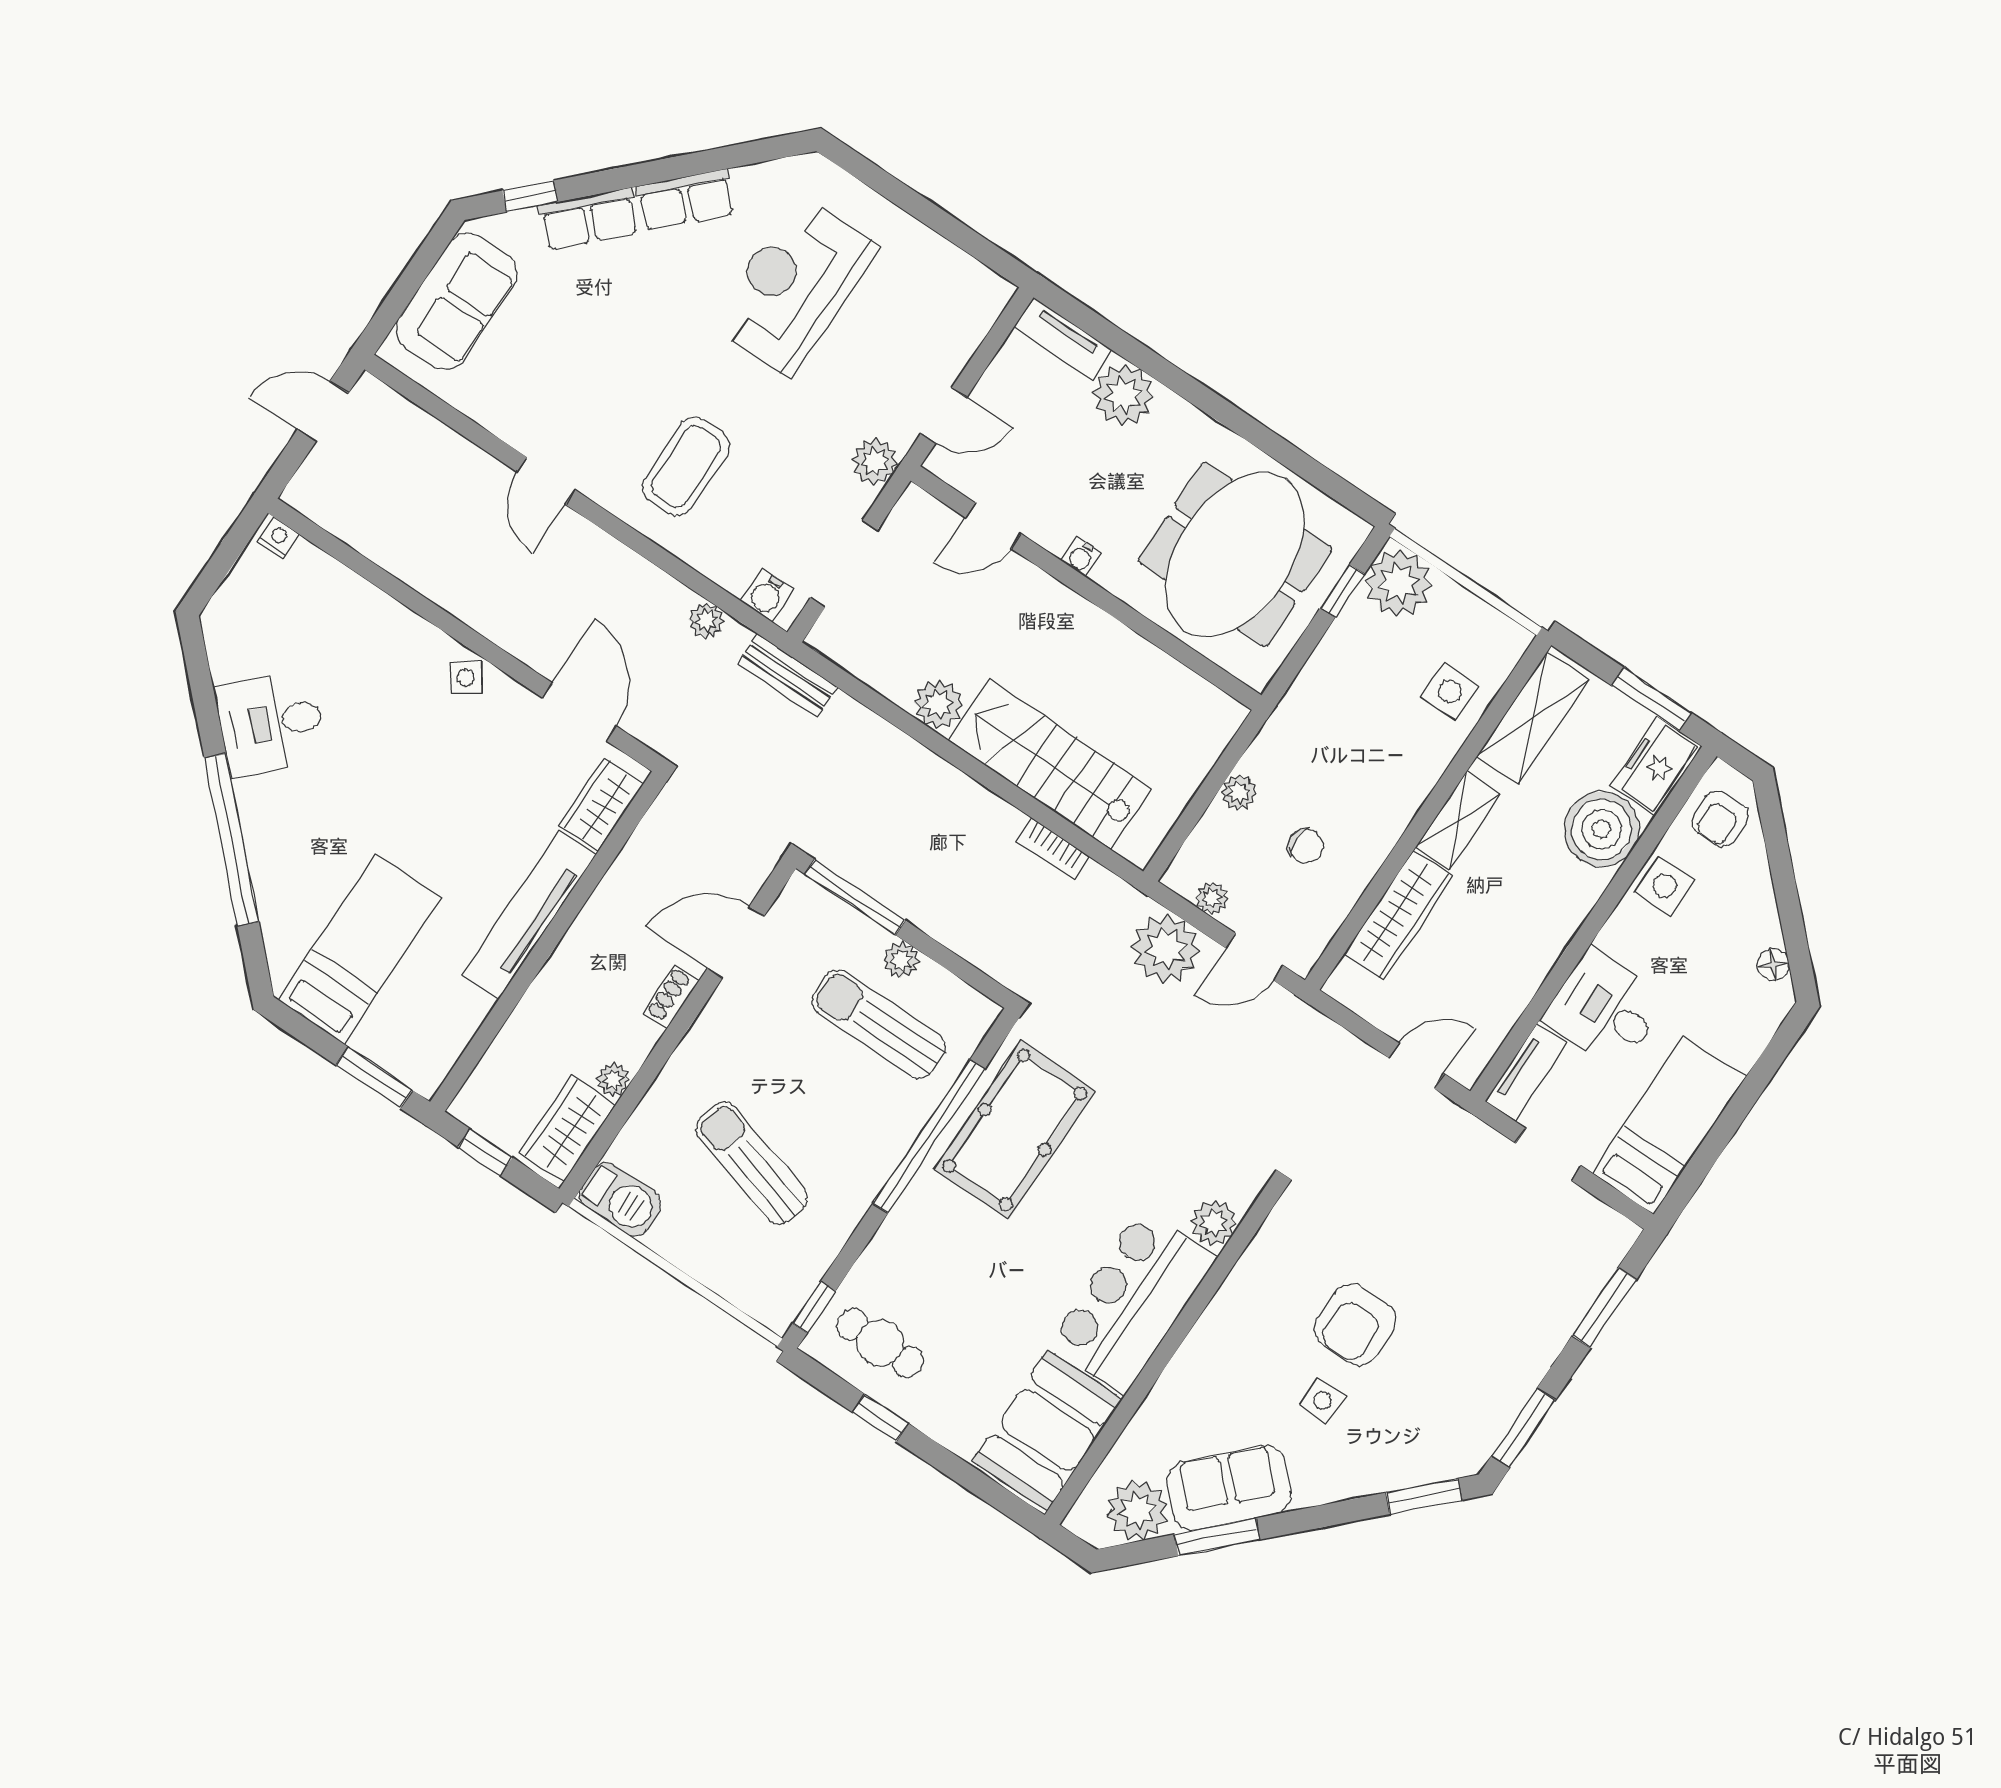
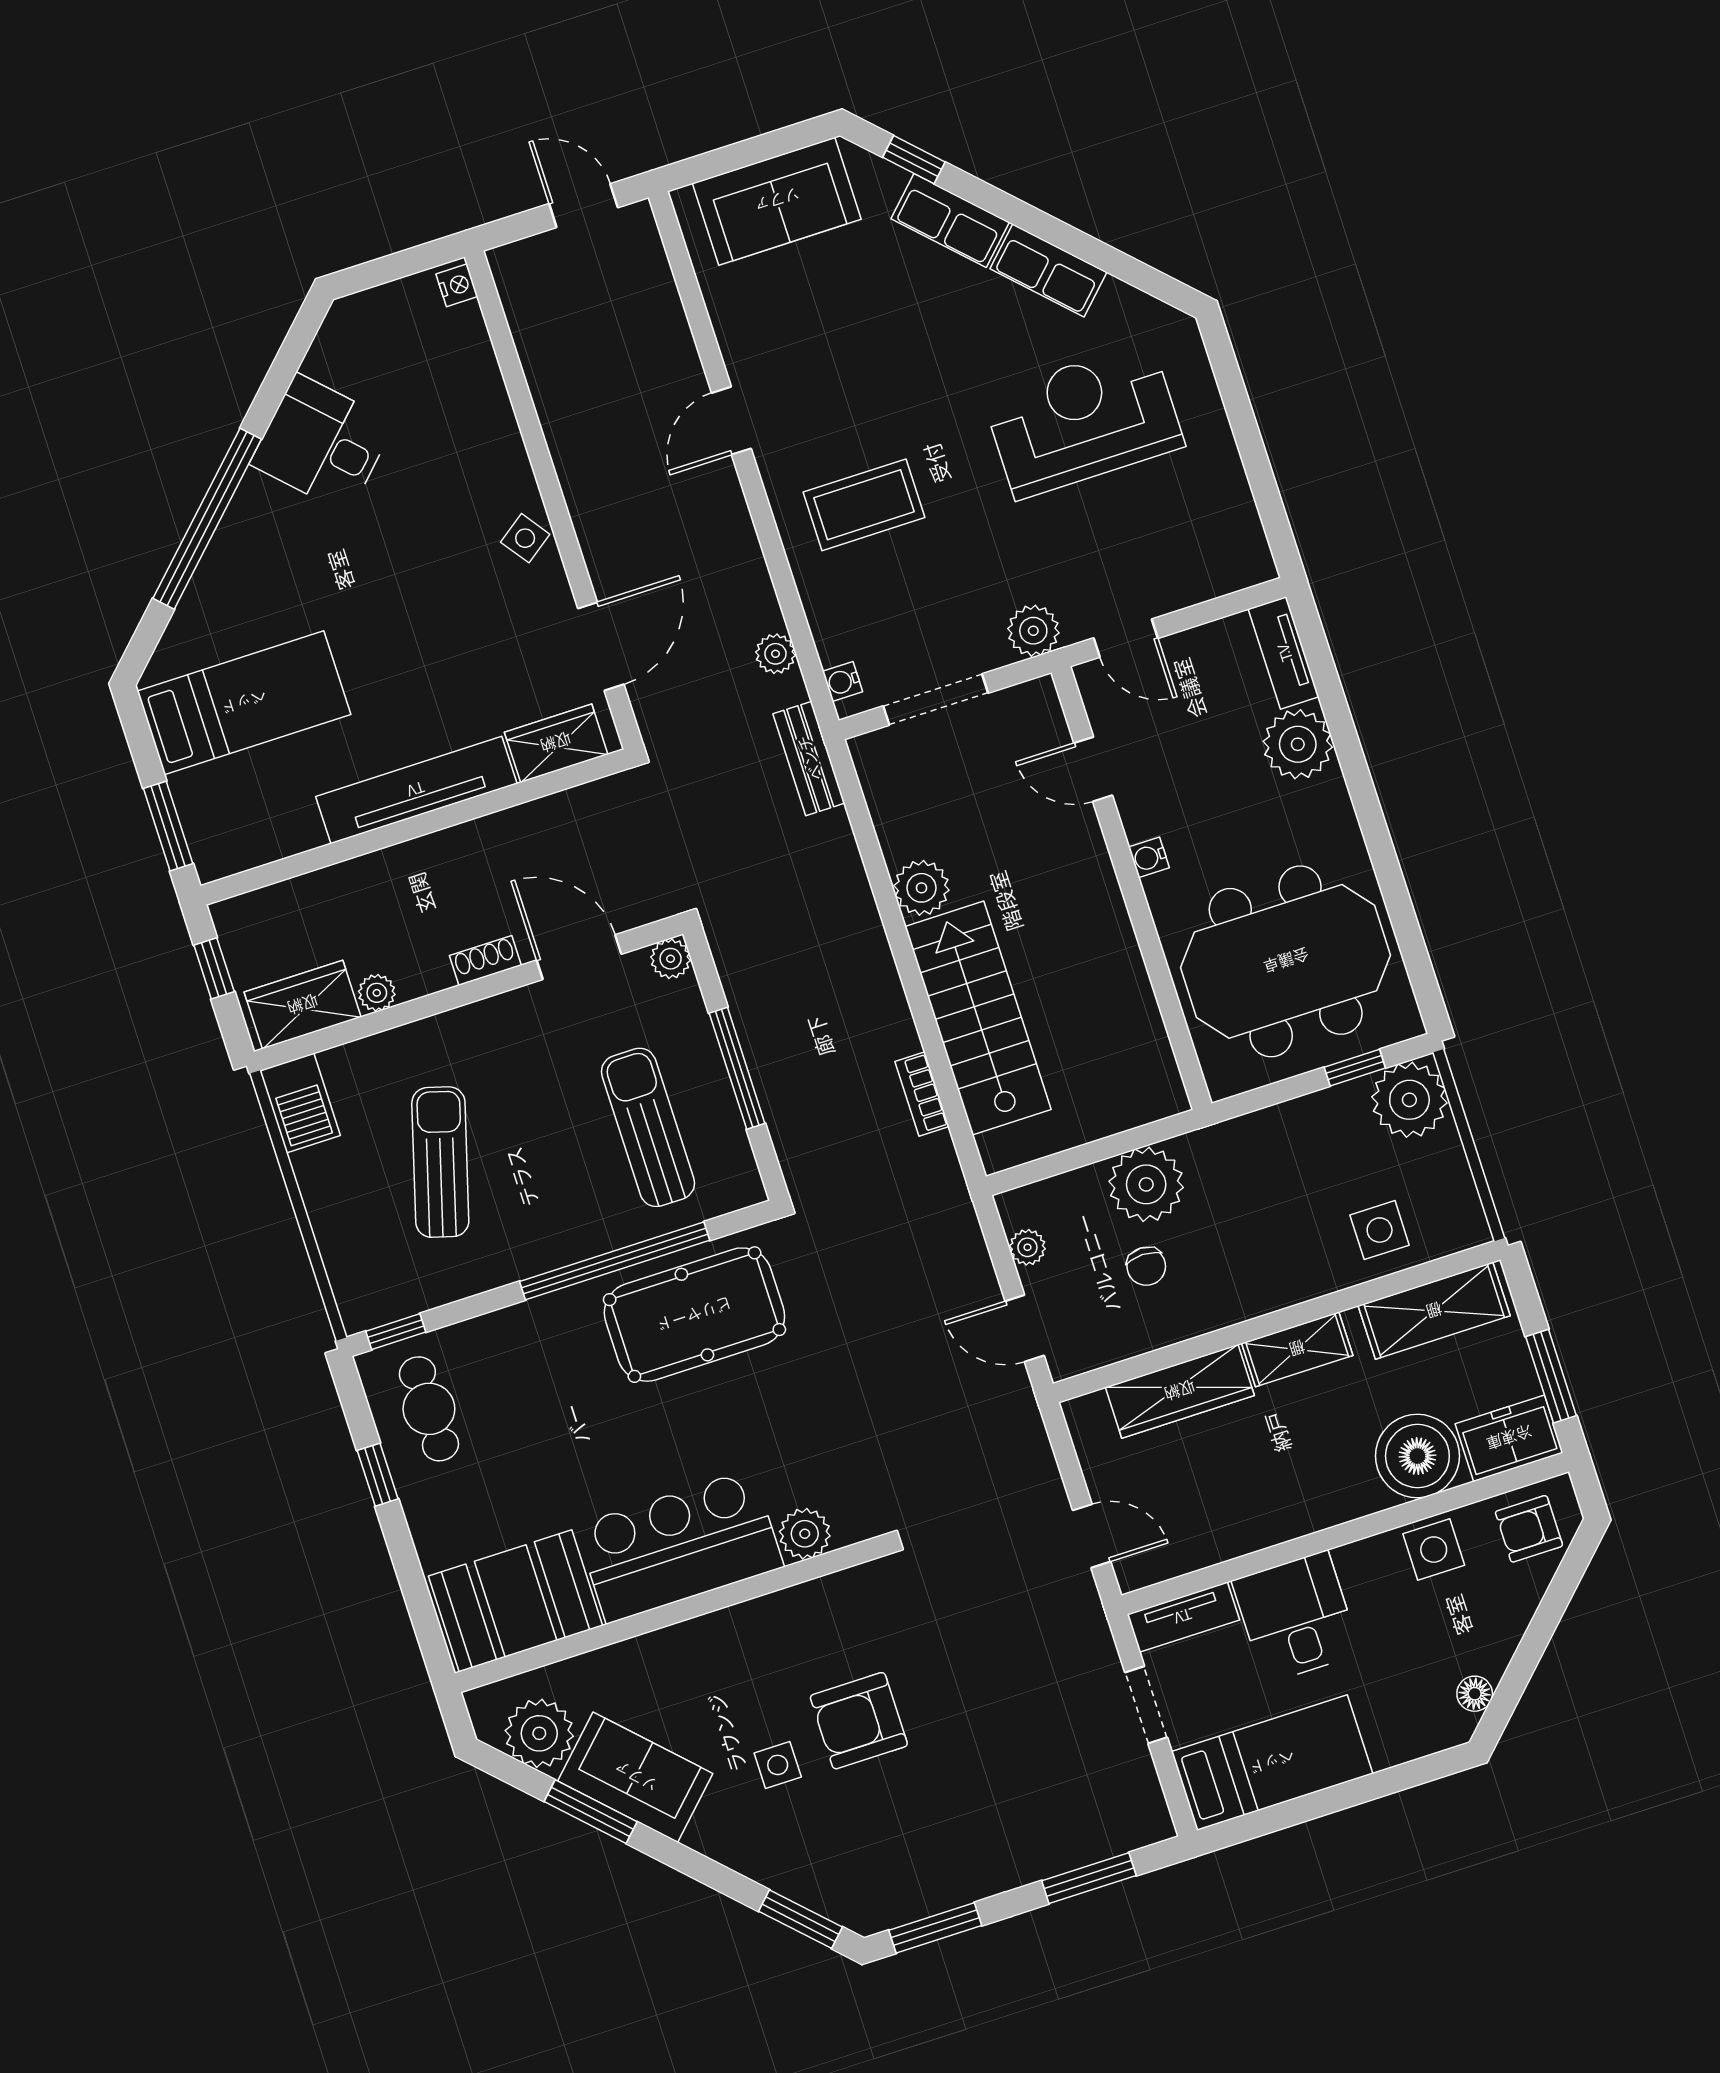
water cooler: (767, 595) -> (843, 682), width x0.72, depth x0.72
plant: (1239, 793) -> (1146, 1184), width x1.87, depth x1.87
window: (855, 897) -> (737, 1068), moved
plant: (1165, 949) -> (952, 1260), removed
plant: (901, 960) -> (671, 959), moved

